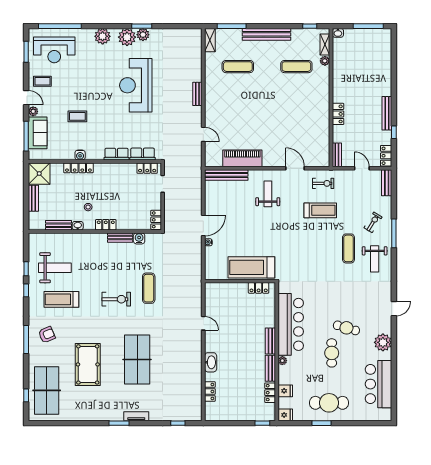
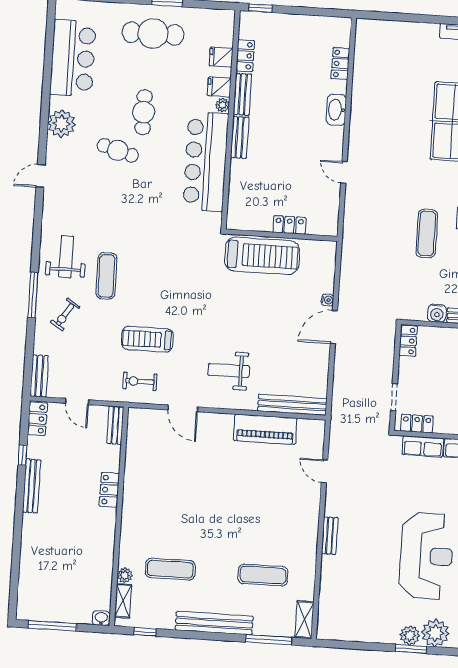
weight bench: (268, 194) -> (229, 370), turned 90
locker: (259, 288) -> (289, 225), moved
fridge: (285, 415) -> (219, 87), moved
window: (178, 423) -> (394, 17), removed

